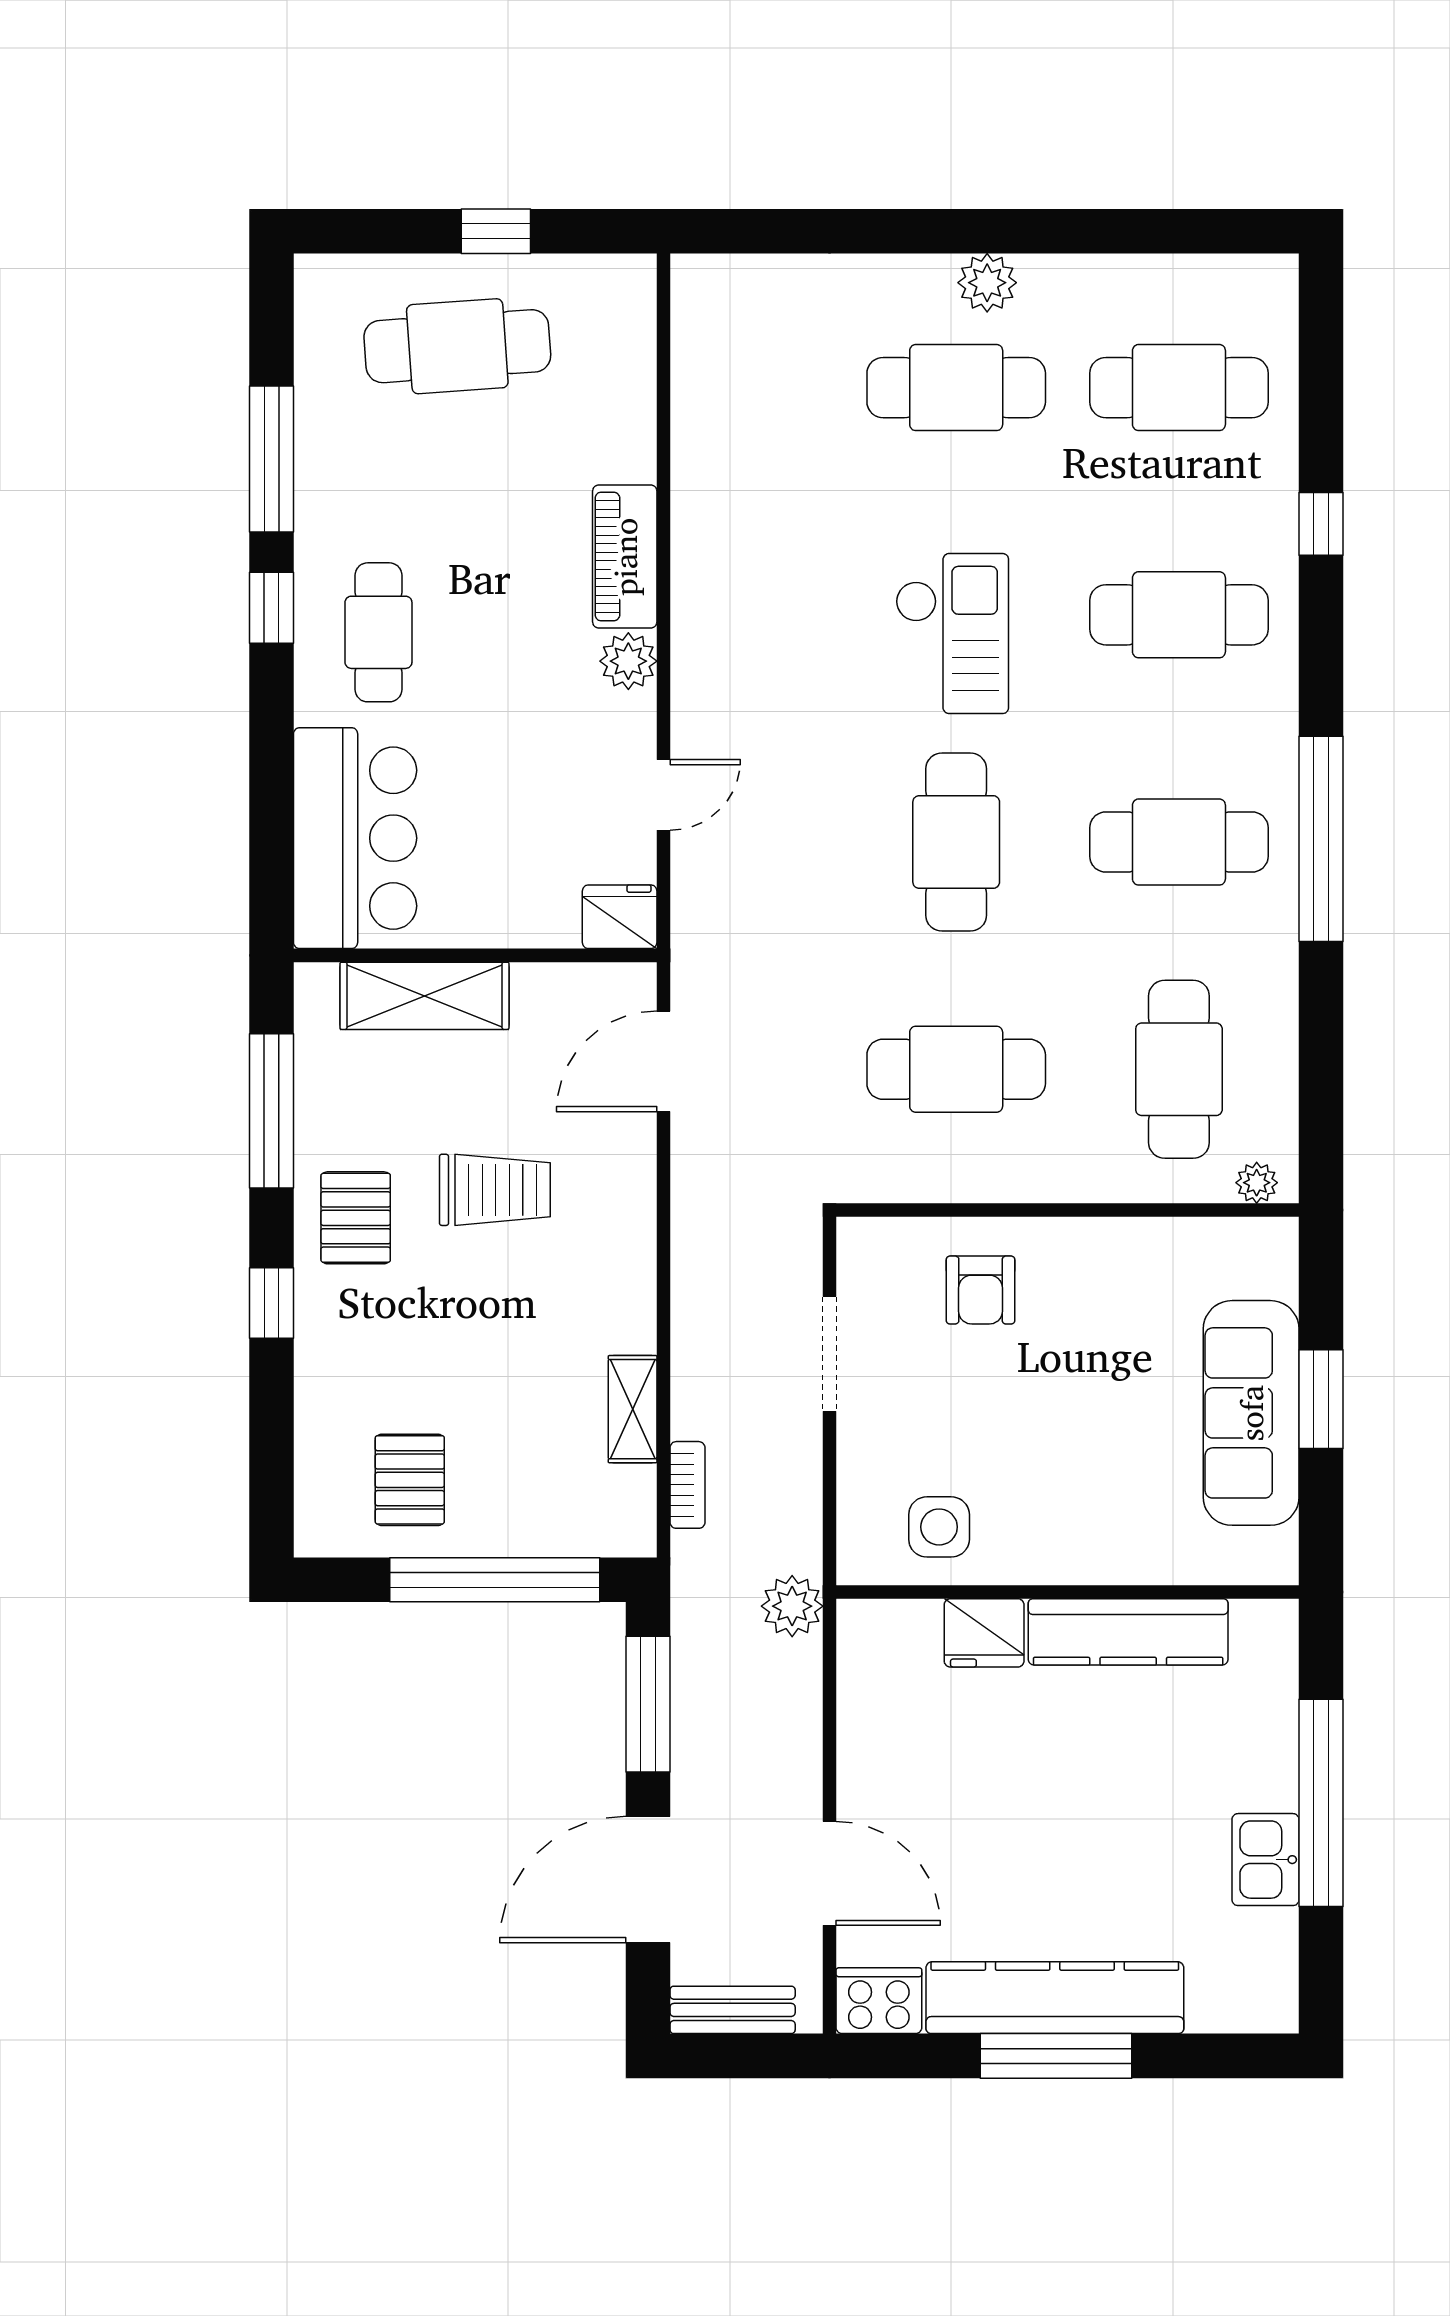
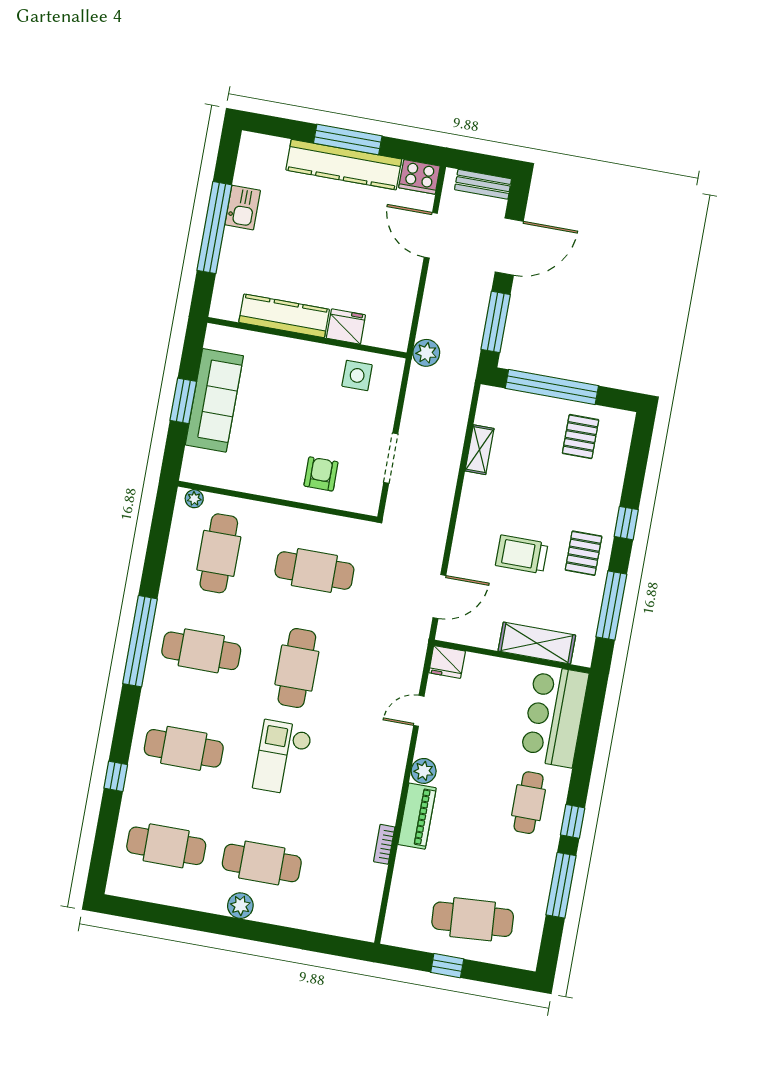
bookcase: (687, 1485) -> (384, 844), moved

